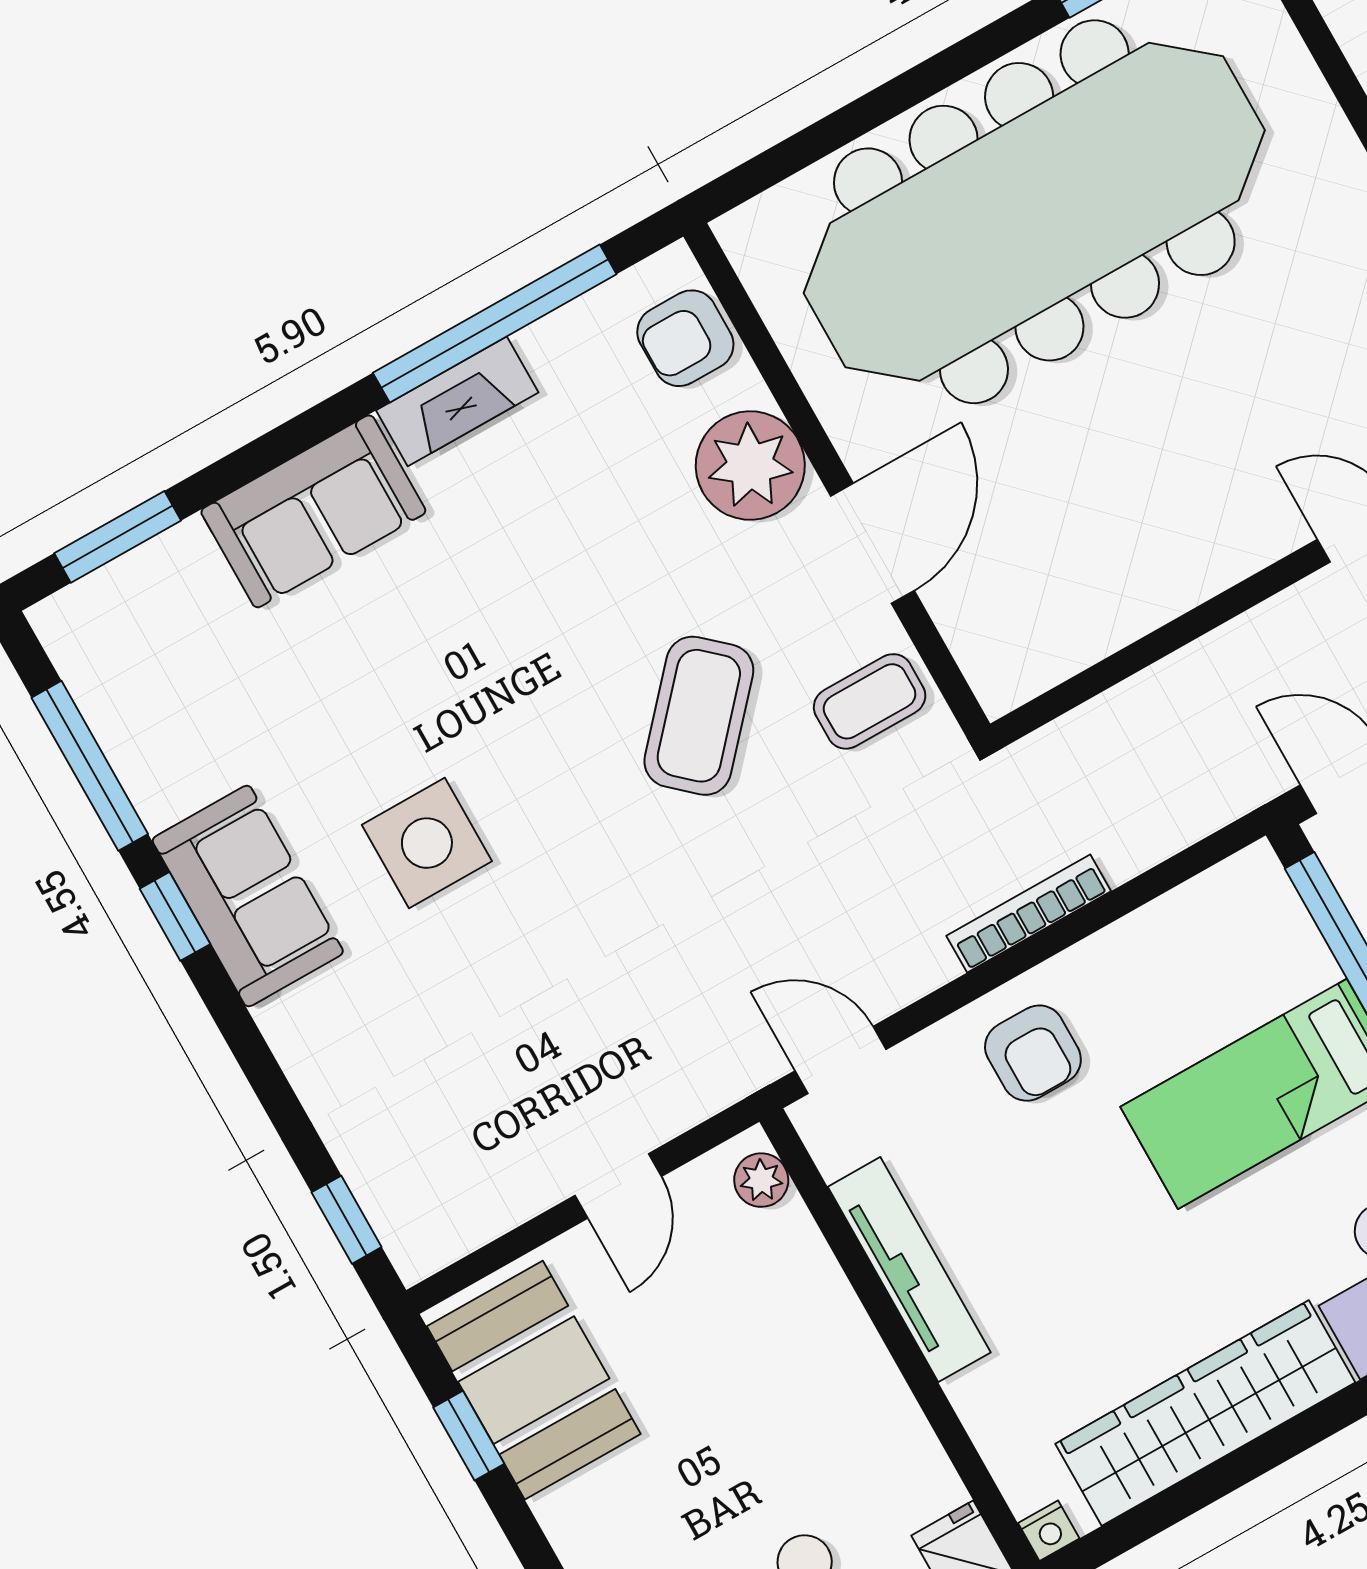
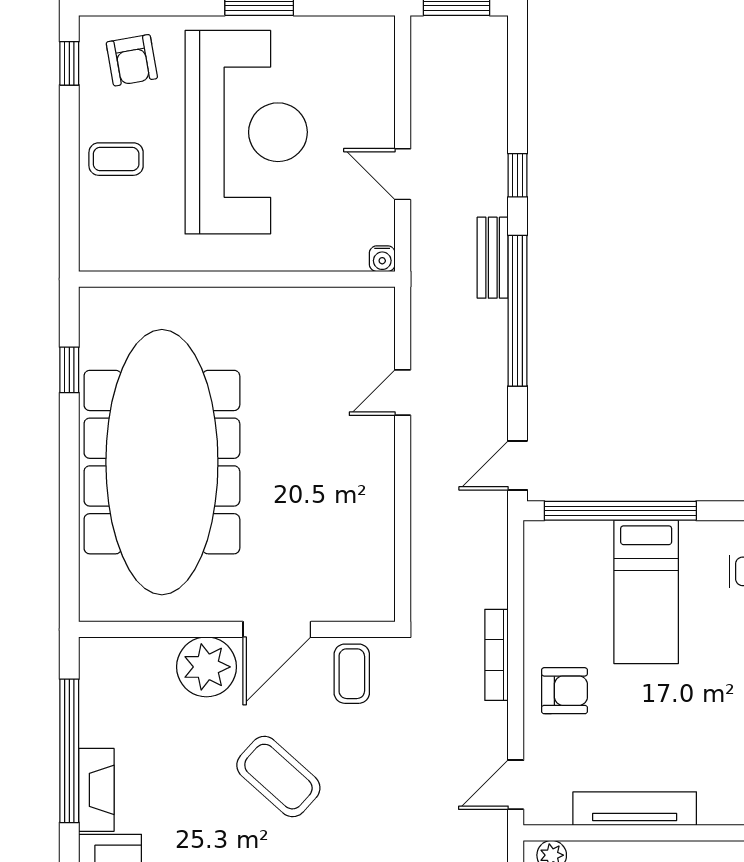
armchair: (685, 338) -> (128, 663), removed
door: (872, 543) -> (277, 629), swing flipped
coffee table: (699, 716) -> (278, 777), moved

